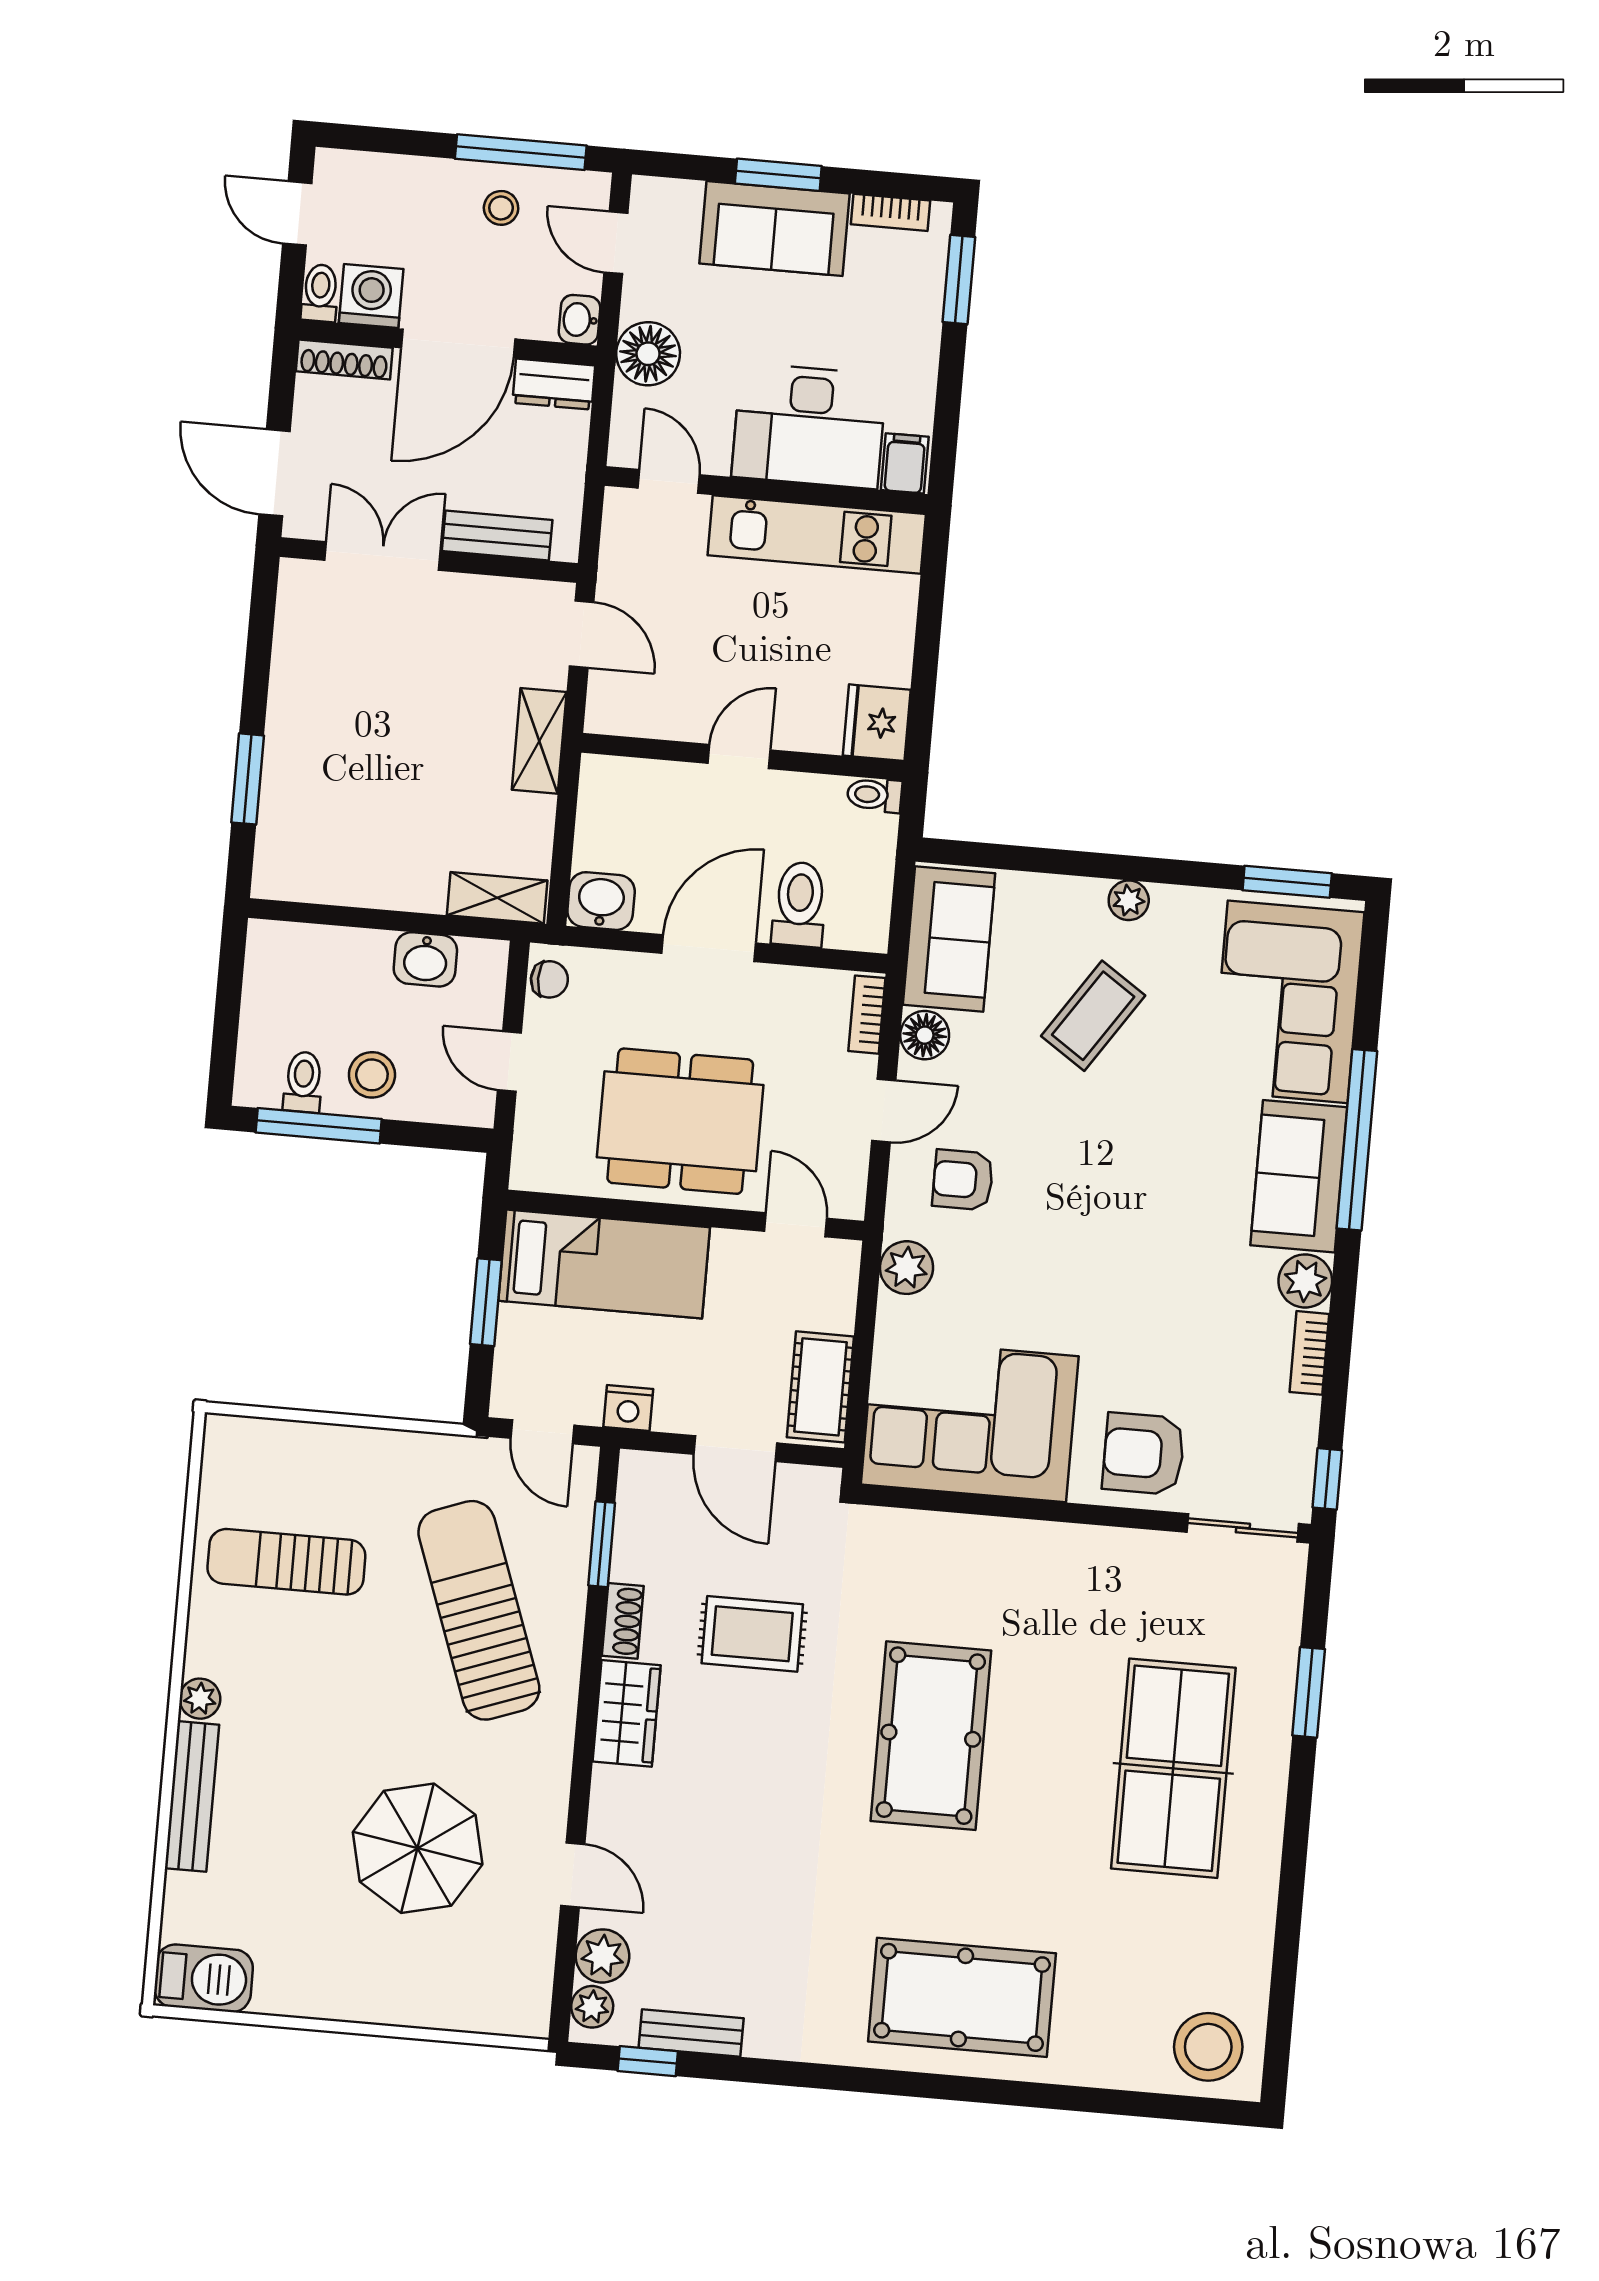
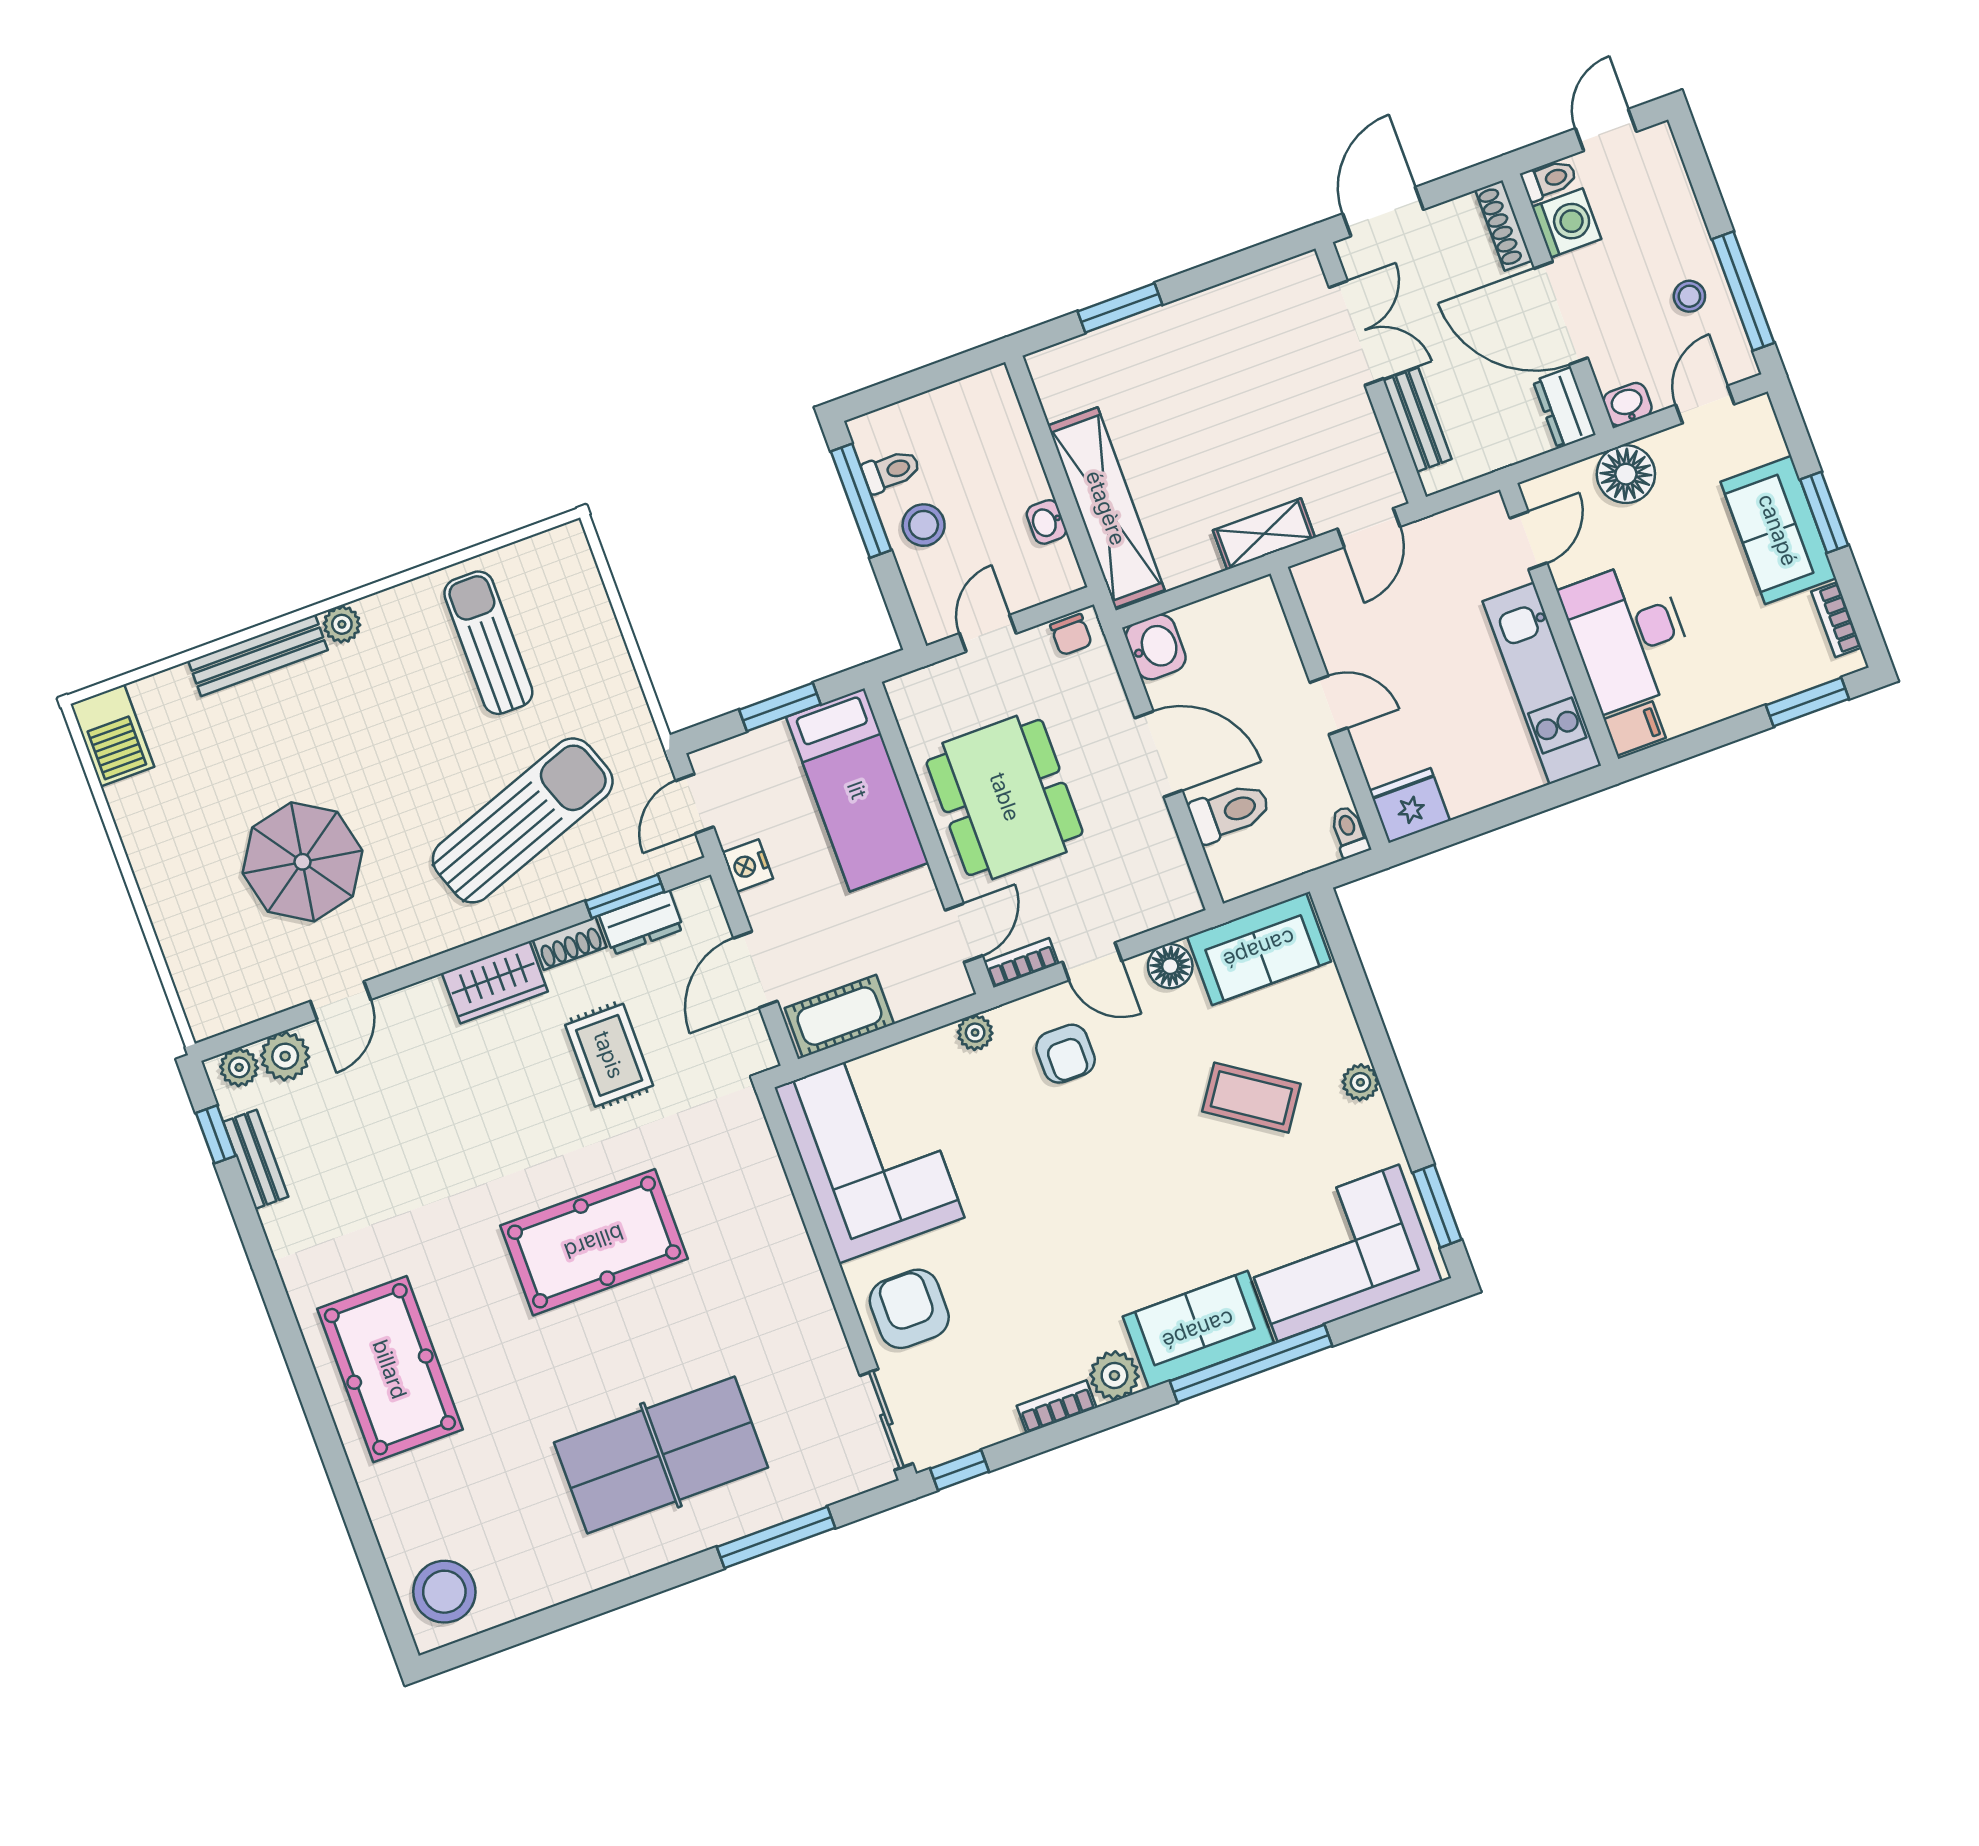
shelving: (497, 898) -> (1106, 508), width x2.20, depth x1.33
washbasin: (425, 959) -> (1046, 522), width x0.72, depth x0.69
bookcase: (867, 1015) -> (1021, 963), moved
armchair: (963, 1180) -> (1065, 1054), turned 180
plant: (907, 1268) -> (975, 1033), width x0.73, depth x0.73
dresser: (635, 1540) -> (641, 922), added
window: (1309, 1692) -> (776, 1537), width x1.44

